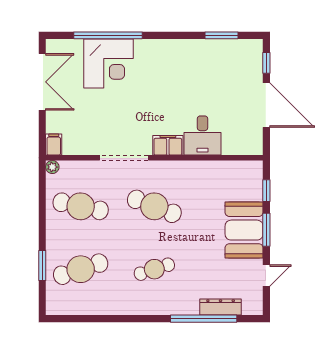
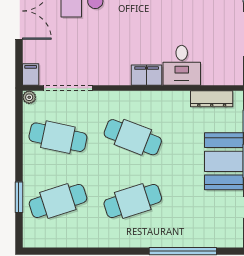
doorway: (124, 158) -> (68, 88), moved
cafe table: (154, 269) -> (133, 201), width x1.37, depth x1.35
dresser: (221, 307) -> (212, 99), moved, turned 180

